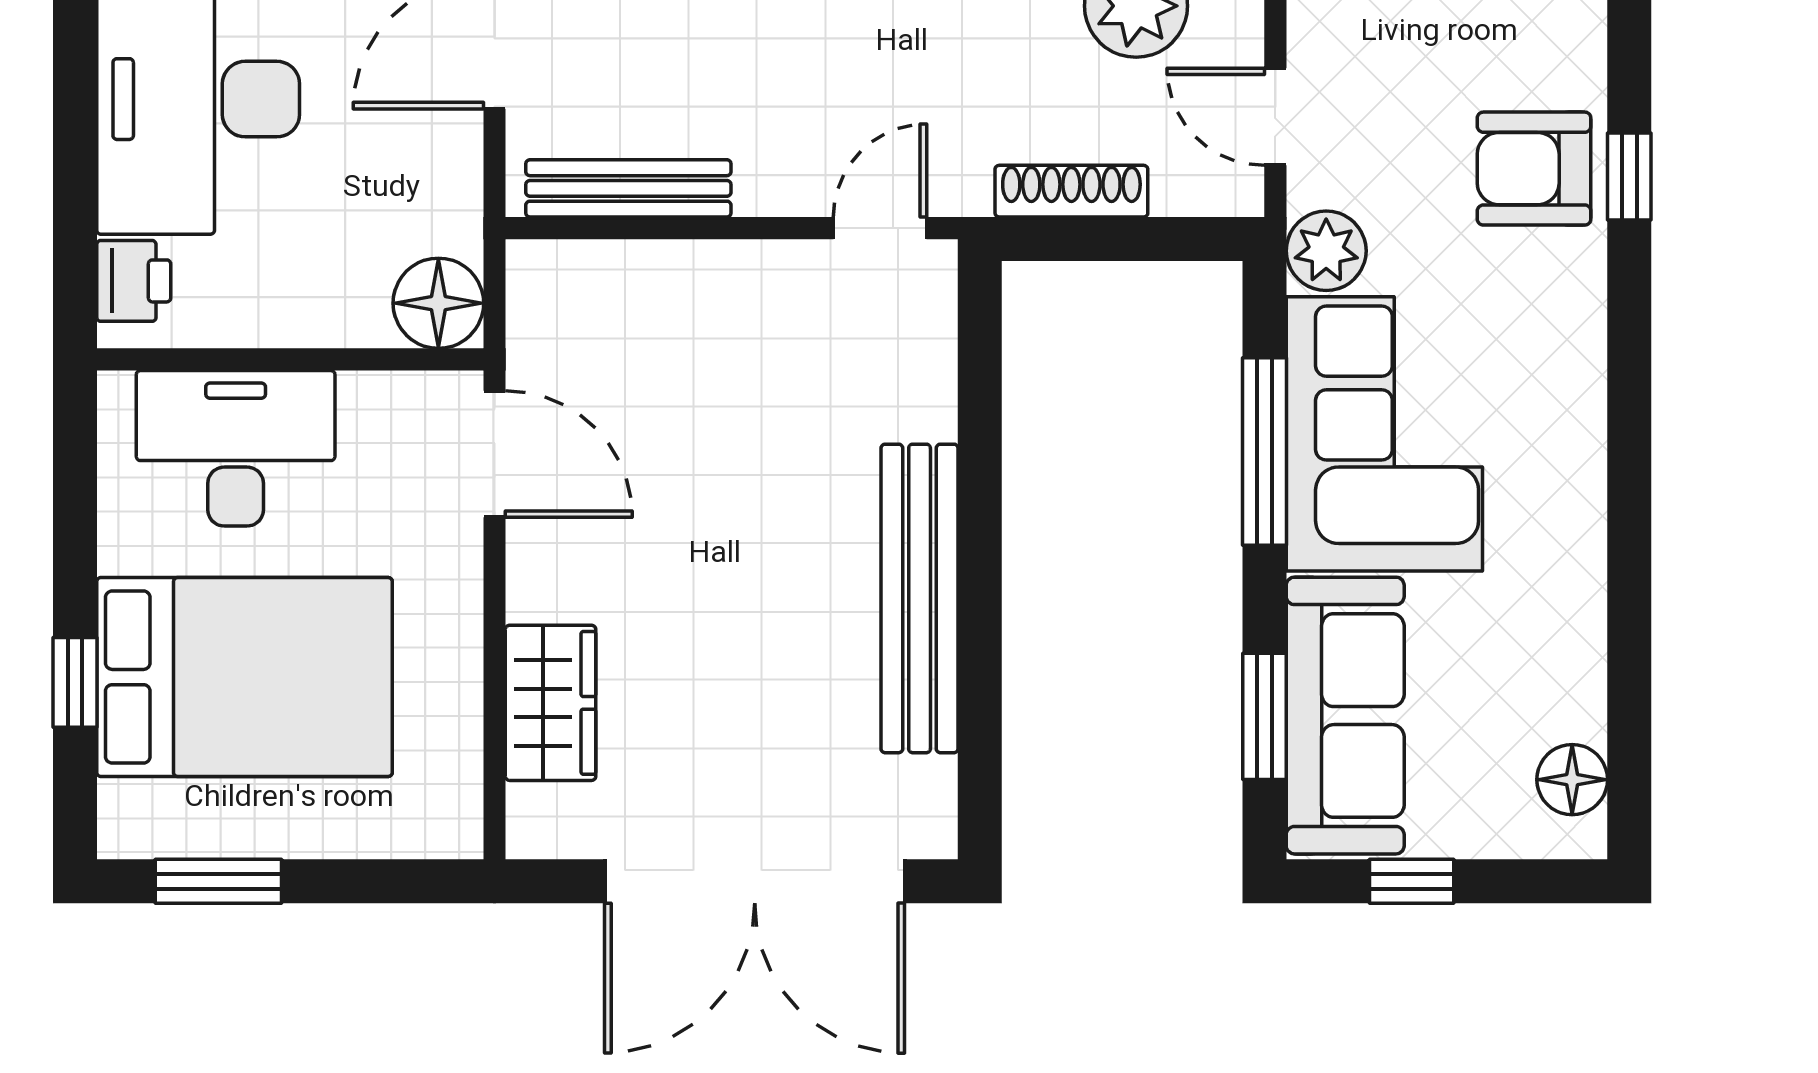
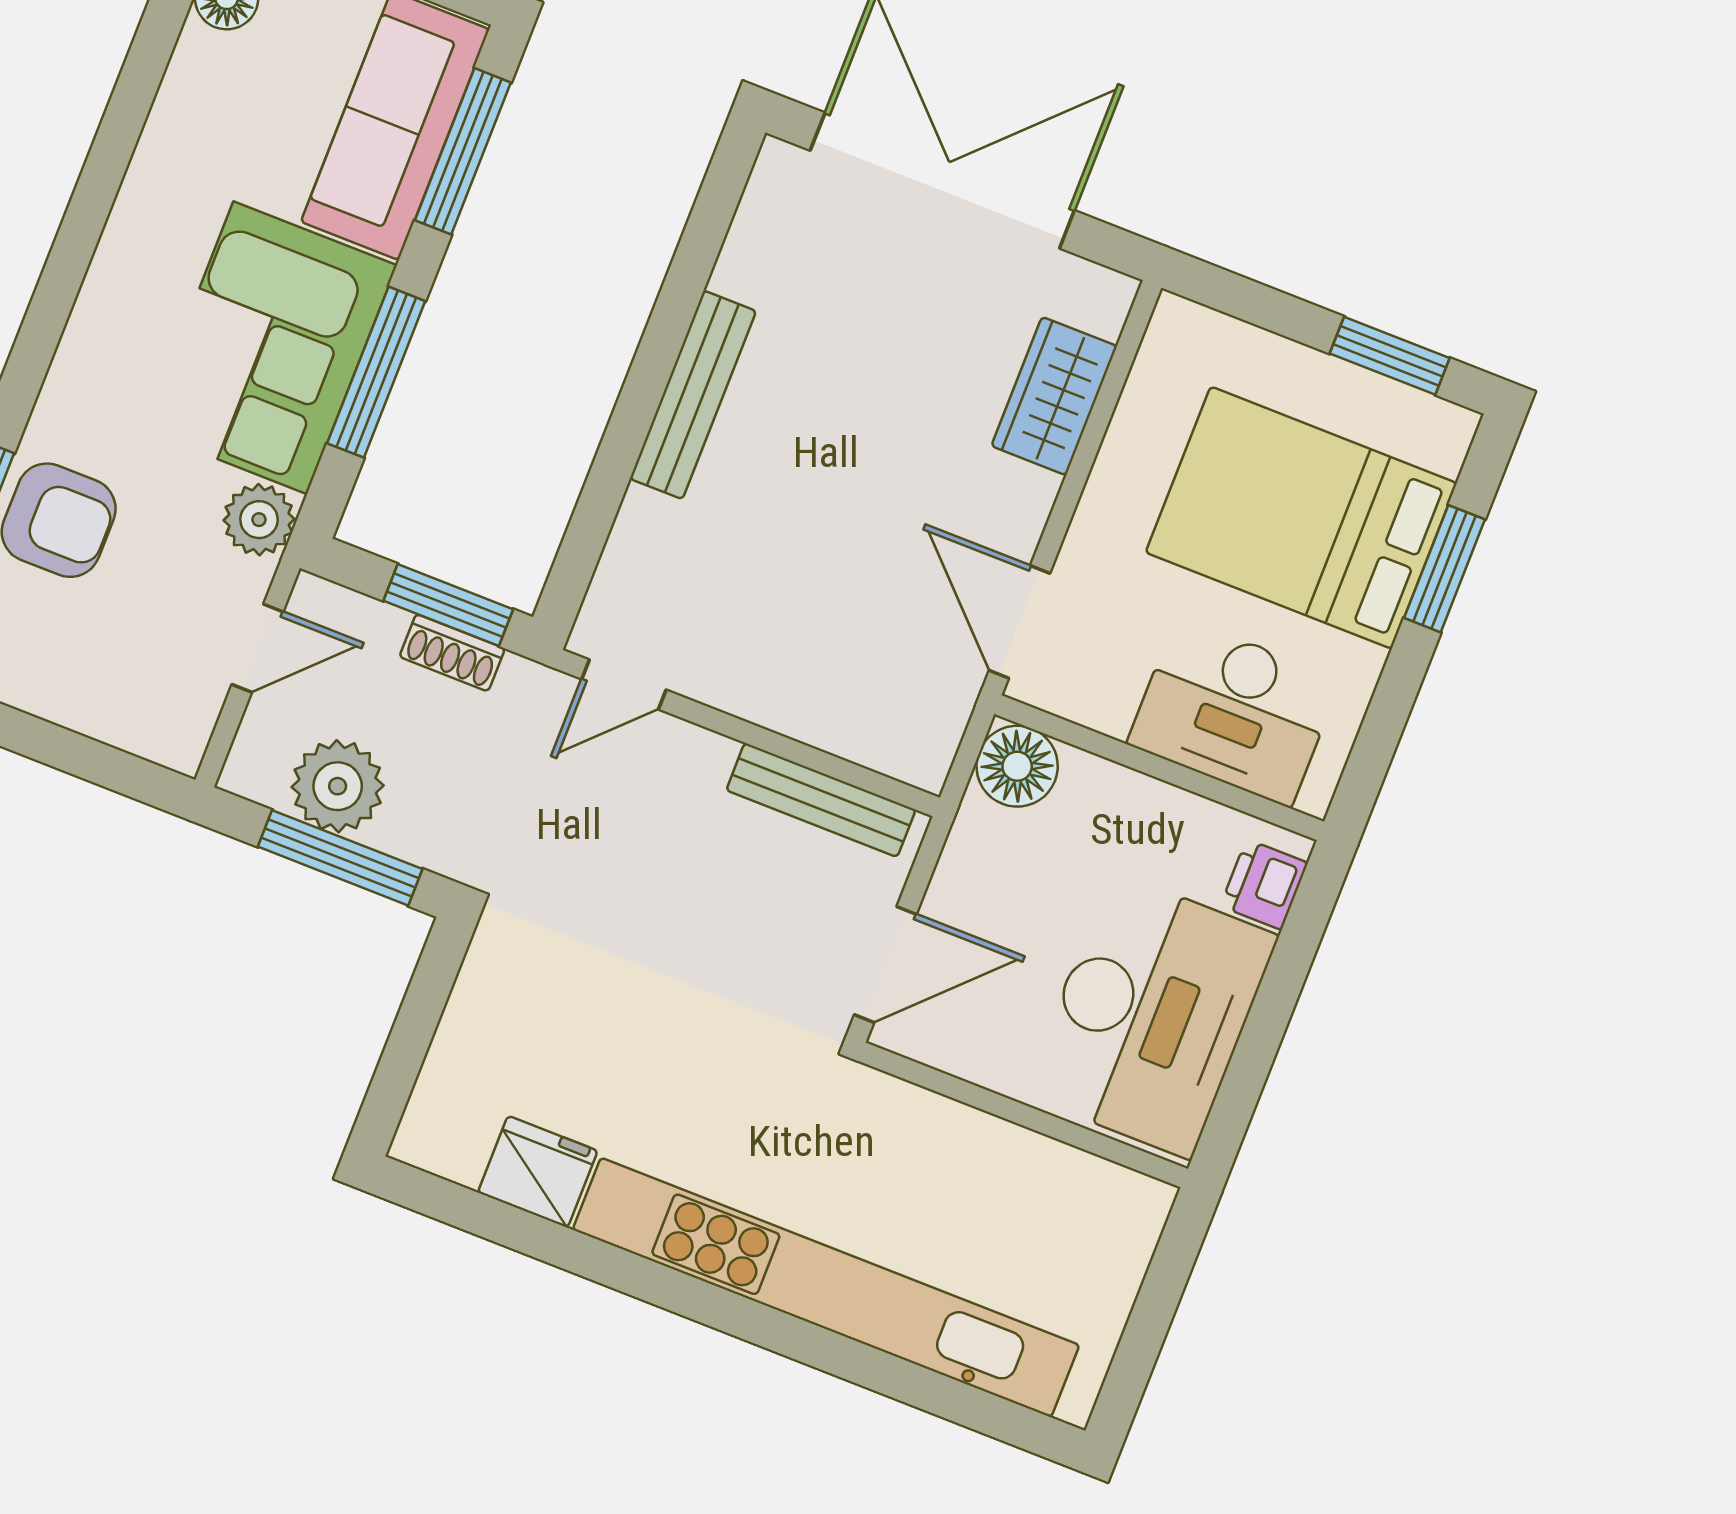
door: (1275, 117) -> (258, 648), hinge flipped
shoe rack: (1071, 191) -> (452, 653), width x0.70
window: (1095, 239) -> (448, 605), added
bench: (920, 598) -> (693, 395), width x0.73, depth x0.82
window: (75, 682) -> (1444, 569), width x1.50
window: (1264, 716) -> (463, 151), width x1.44

